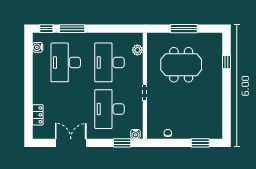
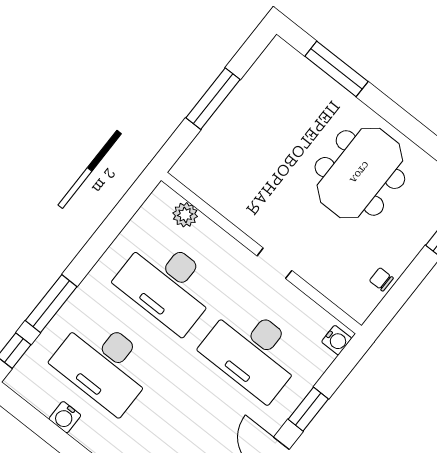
water cooler: (38, 47) -> (65, 417), moved
window: (227, 62) -> (336, 69), width x2.17
meeting table: (181, 65) -> (360, 173), moved
window: (122, 143) -> (308, 409), moved

